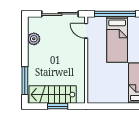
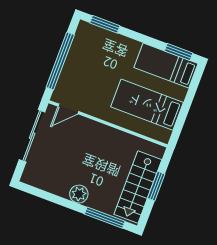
plant: (34, 39) -> (79, 194), moved
bed: (117, 40) -> (147, 105), moved, turned 180

